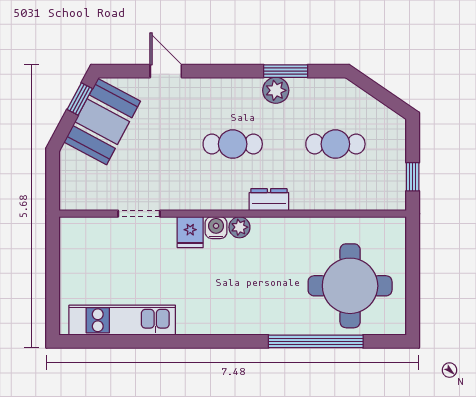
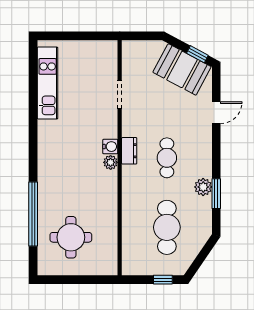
cafe table: (335, 144) -> (167, 227), width x1.37, depth x1.35
window: (413, 177) -> (163, 280), moved
dresser: (269, 200) -> (129, 151), moved
fridge: (190, 232) -> (107, 129), removed
round table: (350, 286) -> (71, 237), width x0.73, depth x0.73

